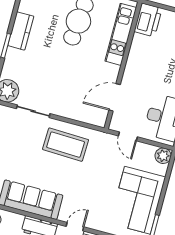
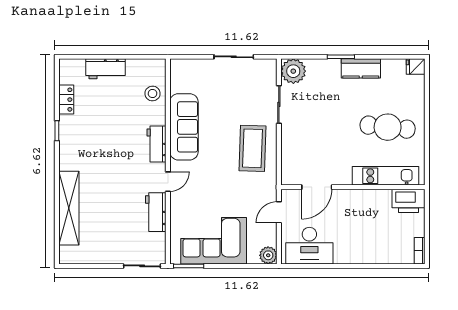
door: (115, 97) -> (317, 187), swing flipped
door: (75, 227) -> (168, 182), hinge flipped

